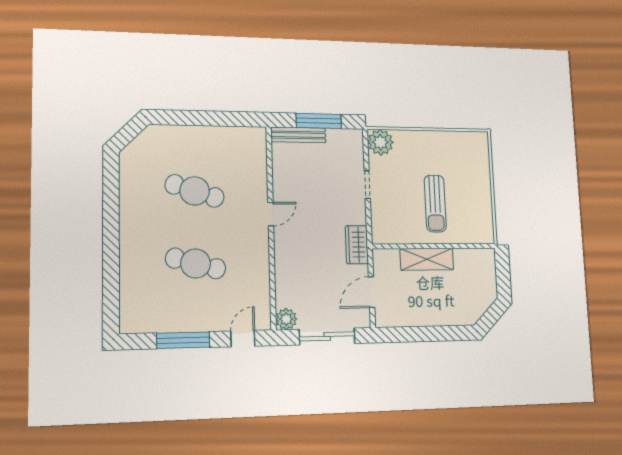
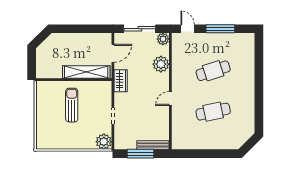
cafe table: (195, 191) -> (213, 112), turned -30
shelving: (427, 259) -> (86, 72), width x1.47
cafe table: (196, 263) -> (213, 71), turned -33
plant: (289, 274) -> (161, 64), added
door: (243, 339) -> (188, 29), swing flipped

